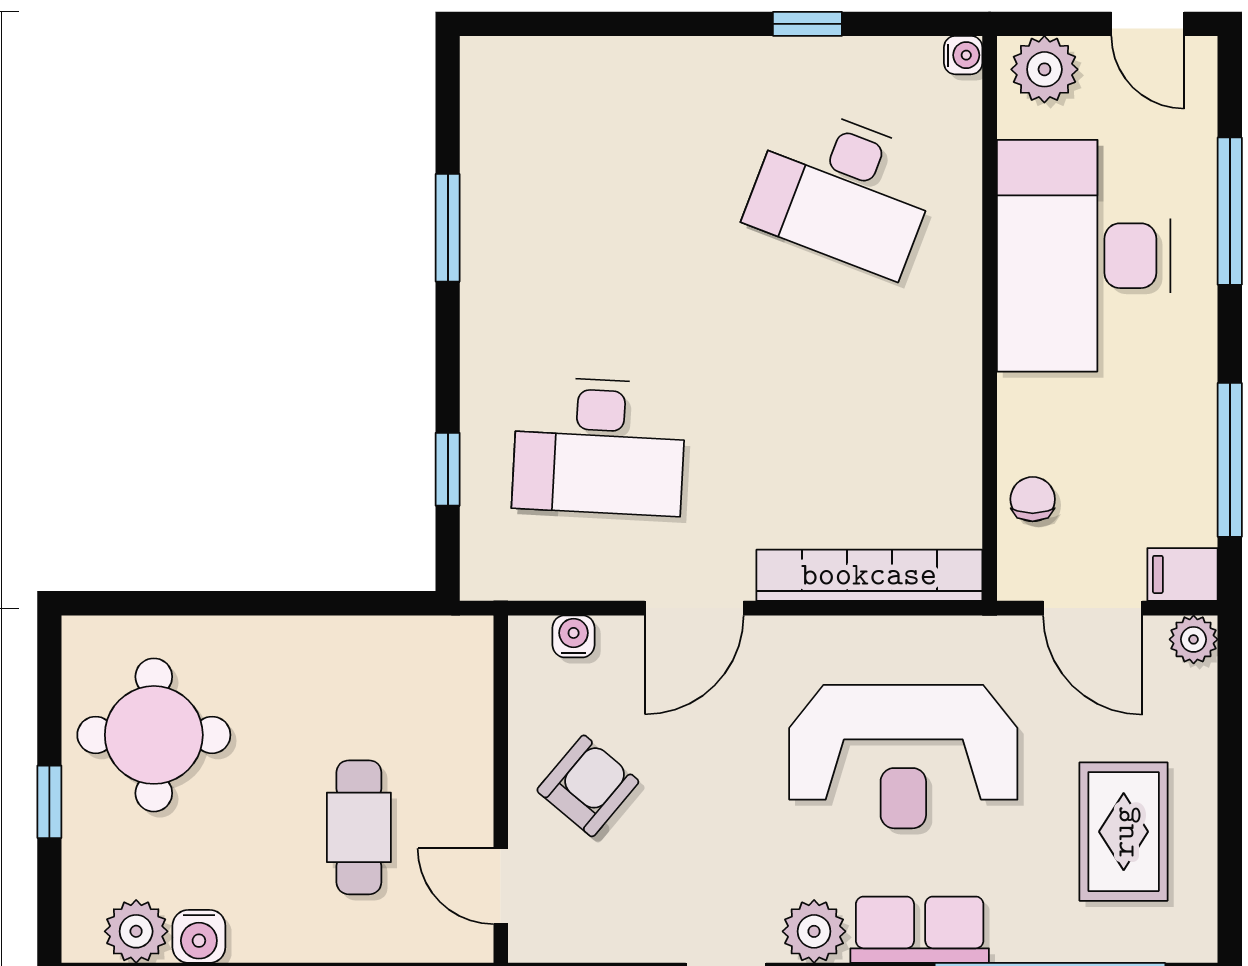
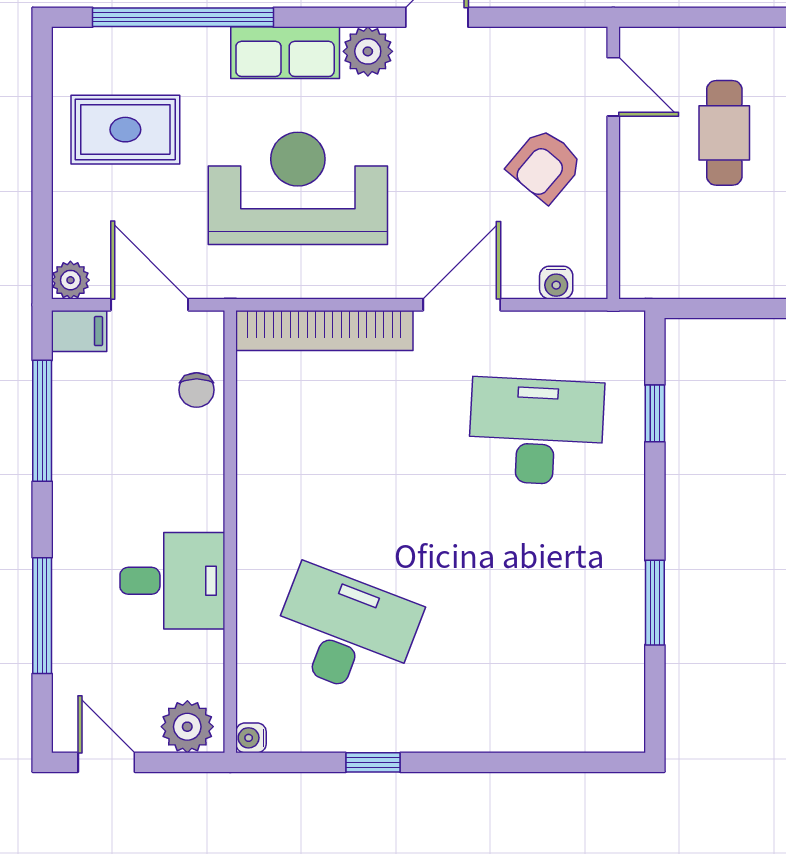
desk: (1084, 256) -> (172, 581), width x0.53, depth x0.77
rug: (1124, 832) -> (125, 130), turned 90

